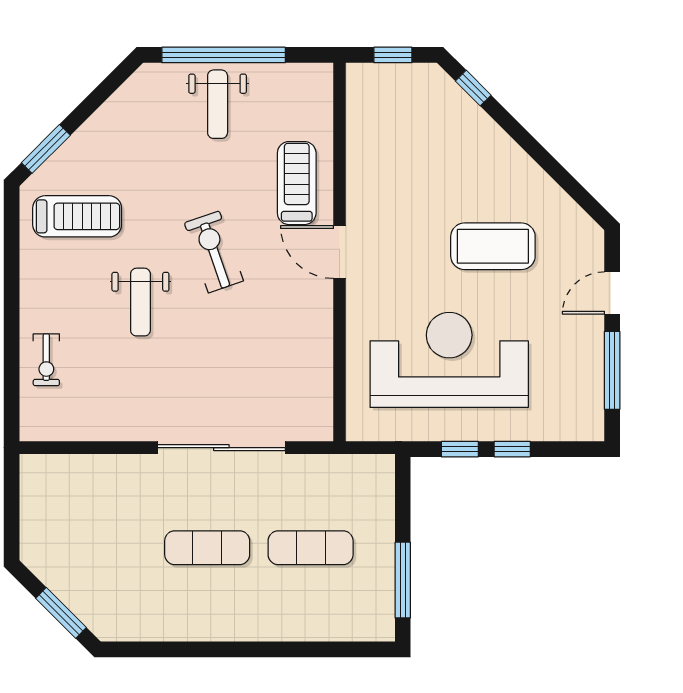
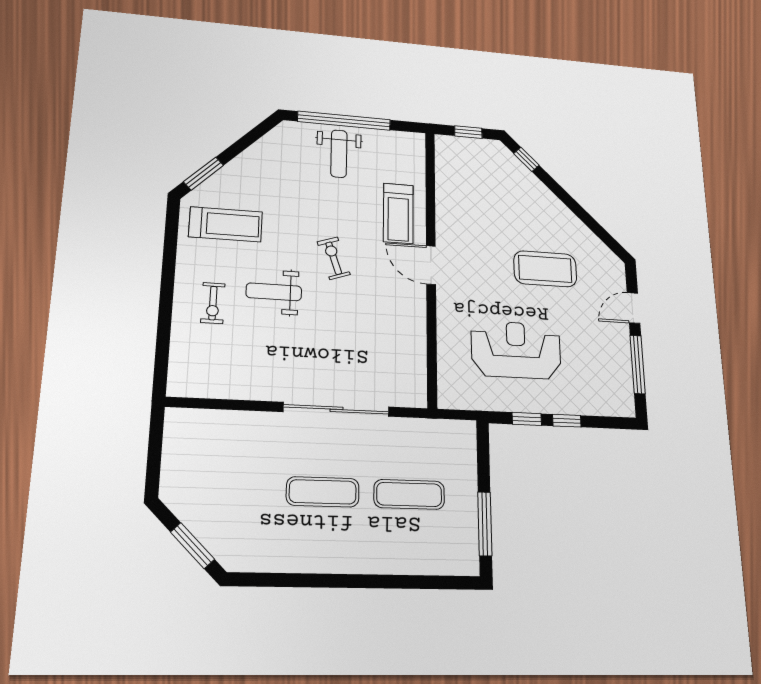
treadmill: (297, 183) -> (398, 213), turned 180
exercise bike: (214, 252) -> (334, 258), width x0.73, depth x0.72
weight bench: (140, 302) -> (274, 292), turned 90
exercise bike: (46, 360) -> (213, 303), moved
reception desk: (449, 360) -> (516, 350), width x0.74, depth x0.77

